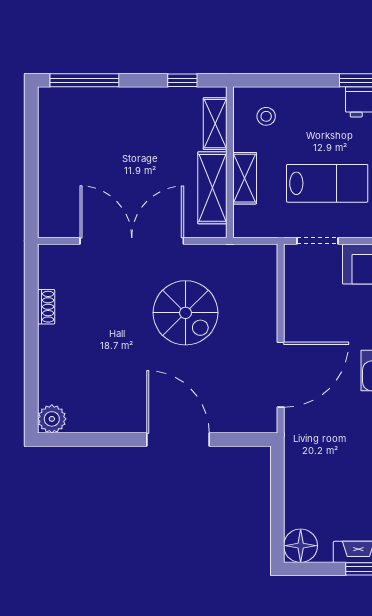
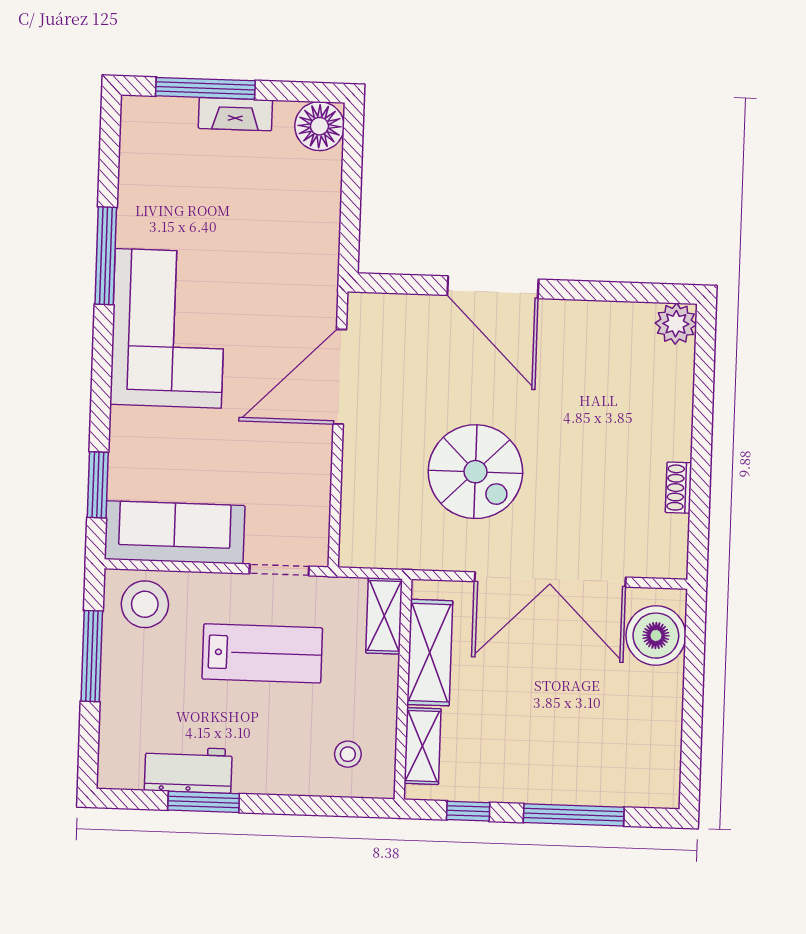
window: (84, 80) -> (574, 815), moved
shelving: (245, 178) -> (384, 616), moved
lab bench: (327, 183) -> (262, 653), turned 180
boiler: (58, 205) -> (656, 636), added
spiral stairs: (185, 313) -> (475, 472), turned 180

